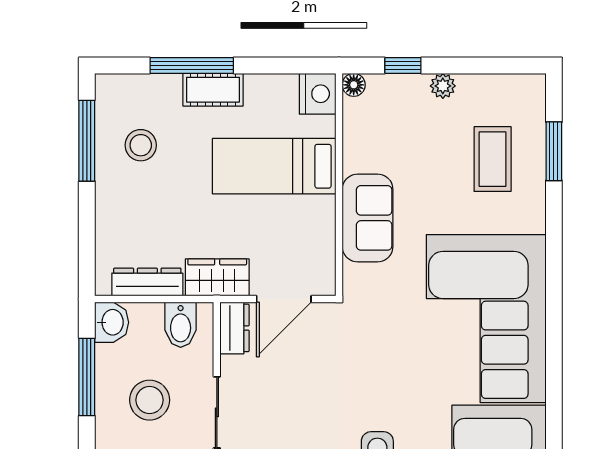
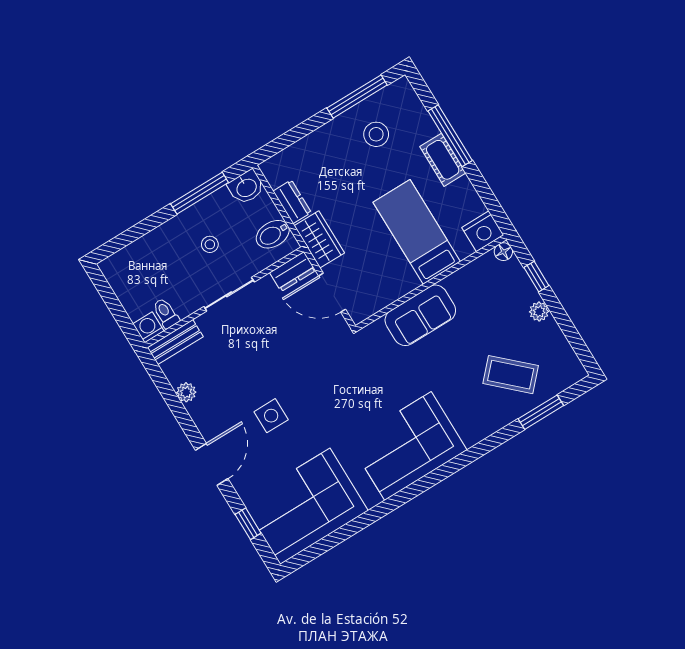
coffee table: (493, 159) -> (511, 375), turned 43
dresser: (147, 282) -> (292, 202), width x0.70
corner sofa: (486, 319) -> (408, 446), width x0.73, depth x0.74
stool: (150, 400) -> (210, 244), width x0.53, depth x0.53

